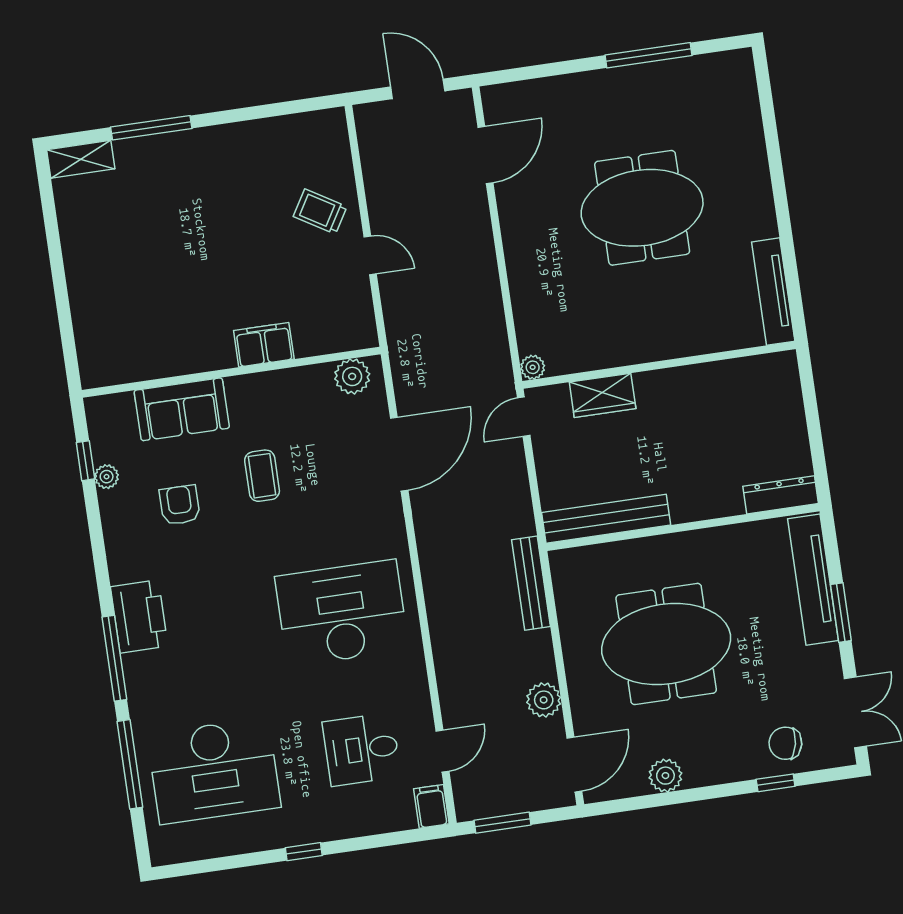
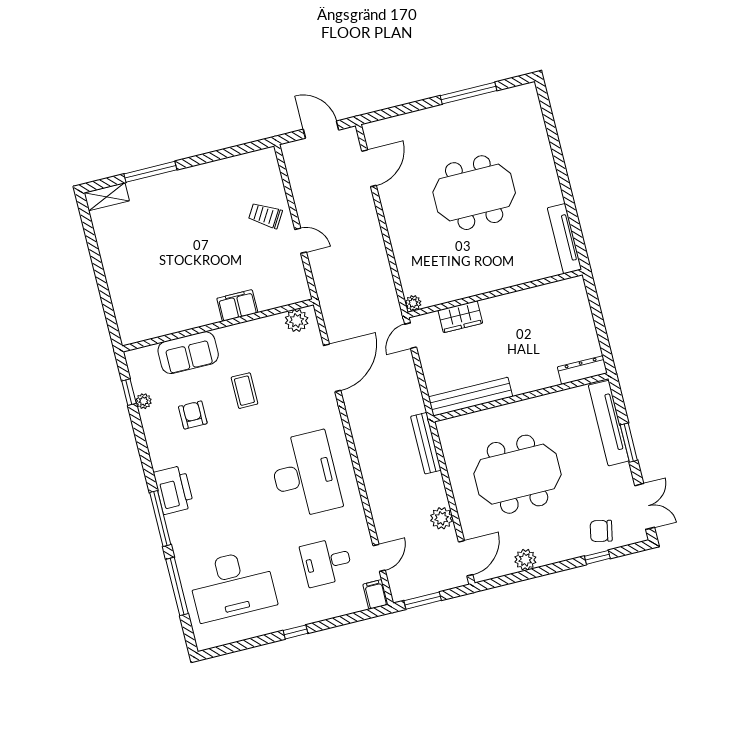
desk: (342, 613) -> (305, 475), turned 90

